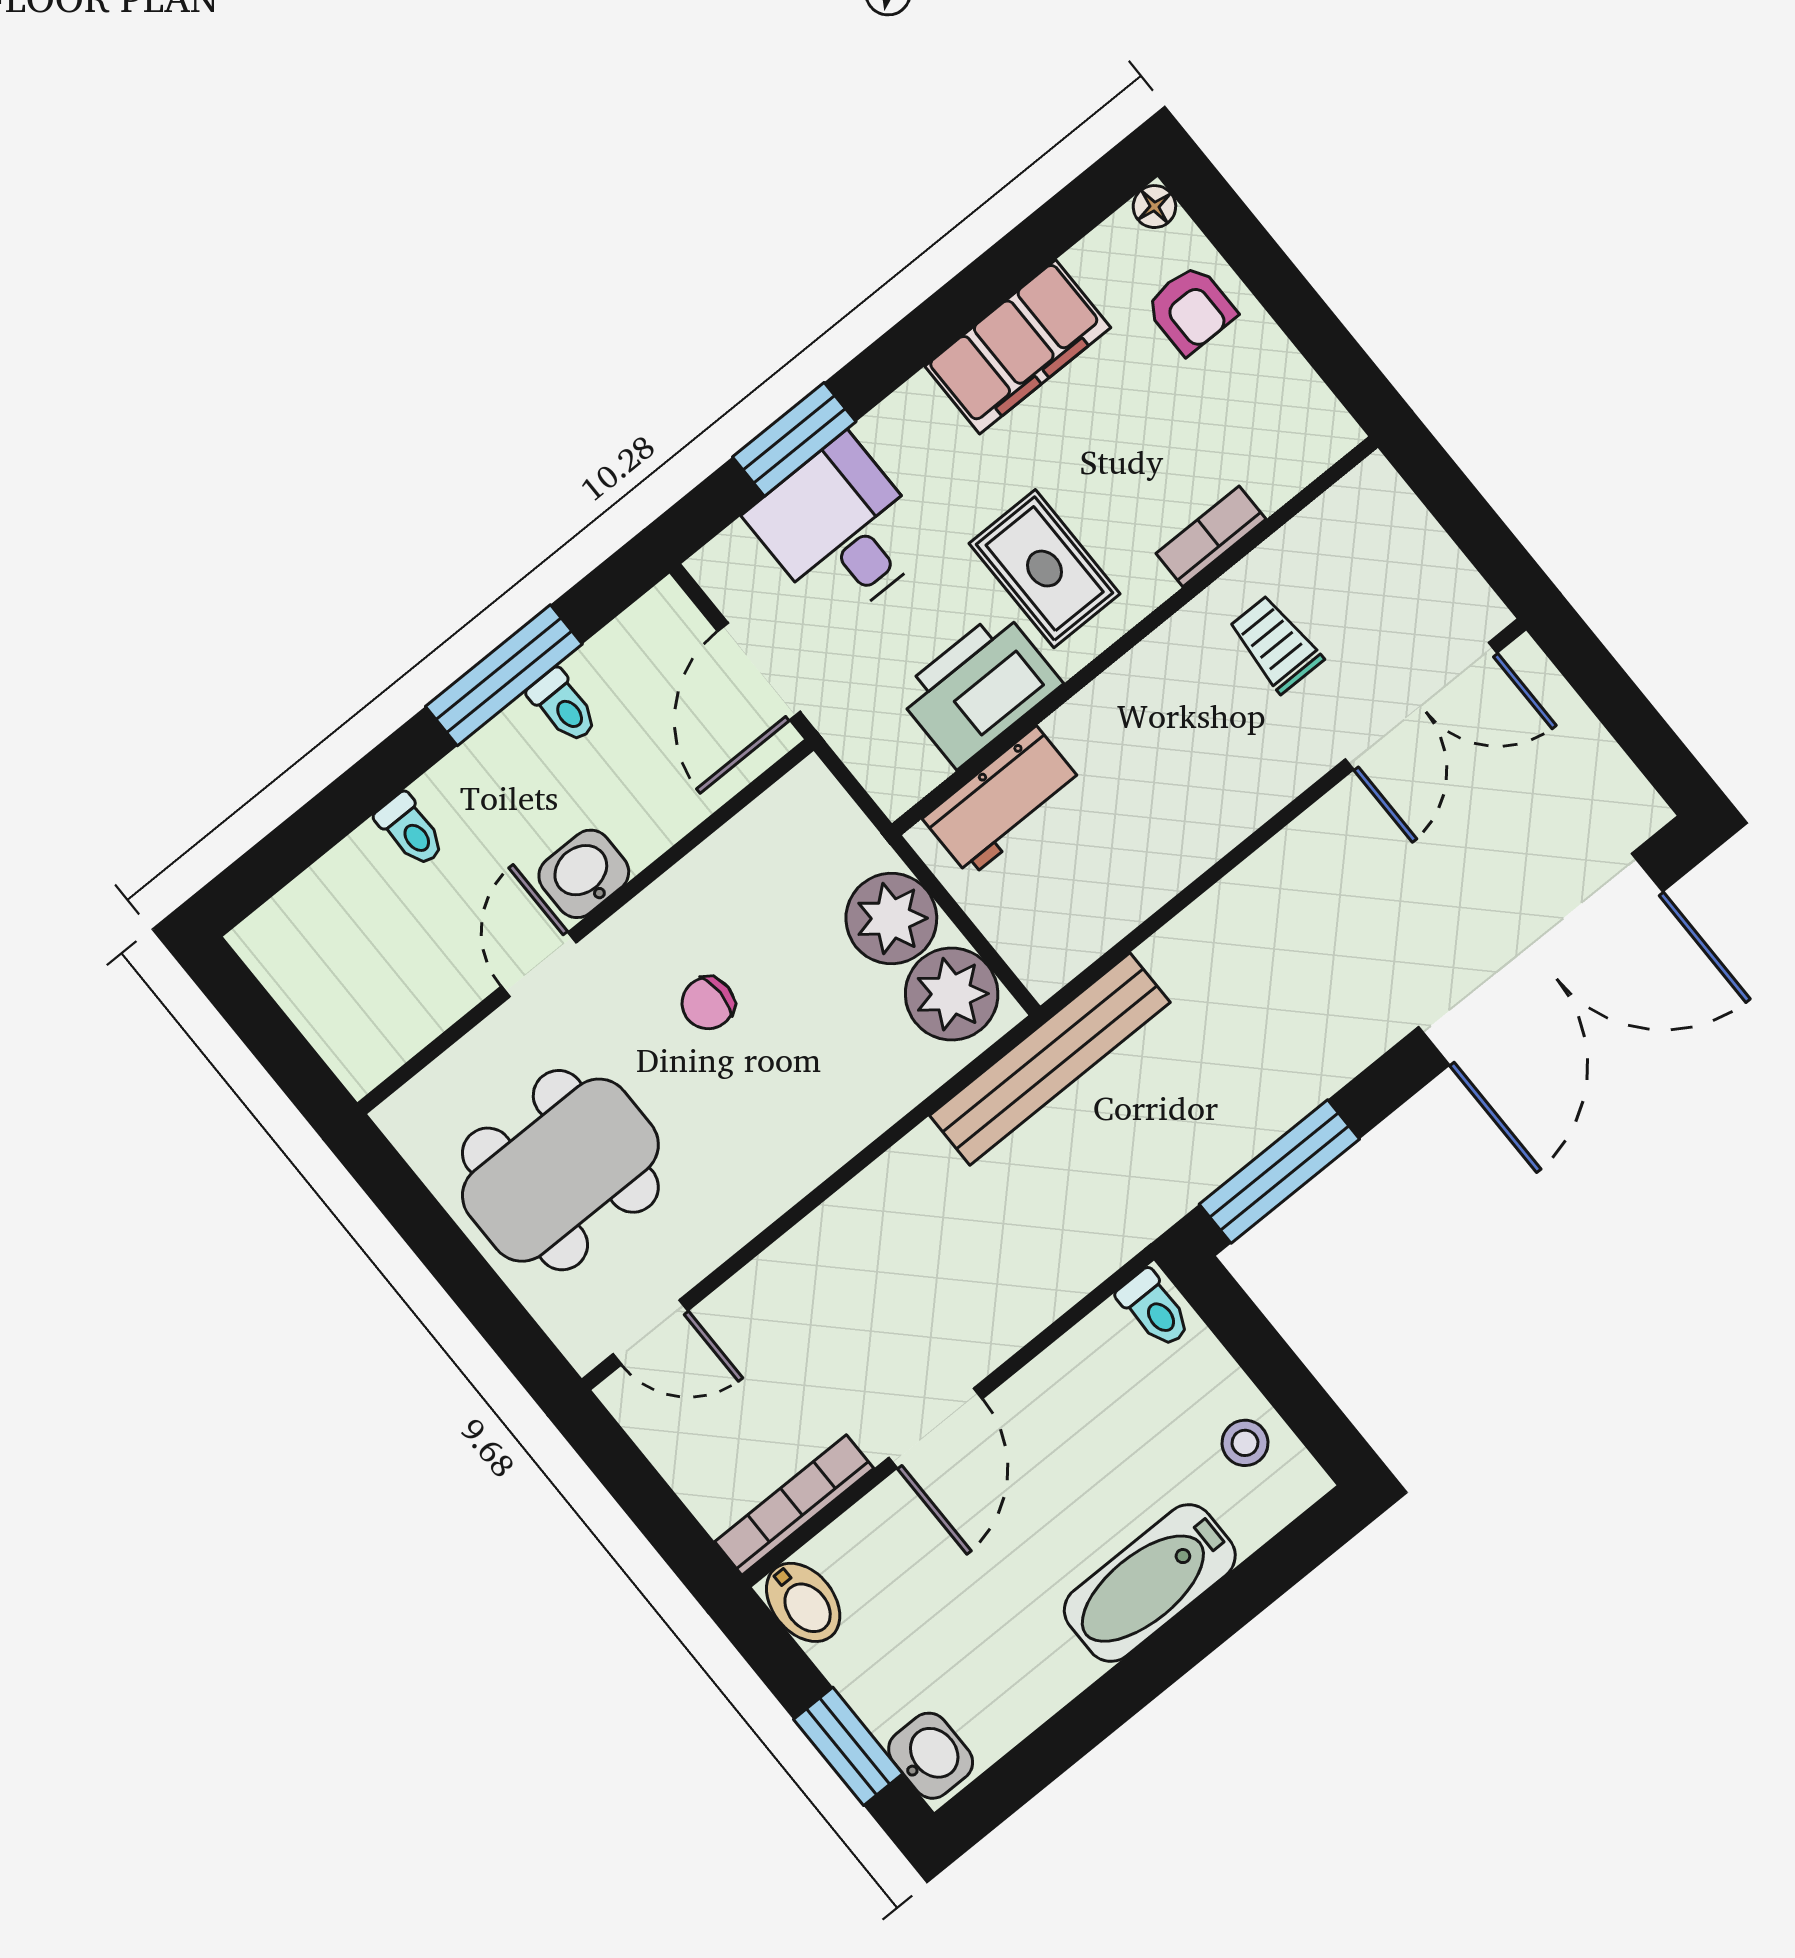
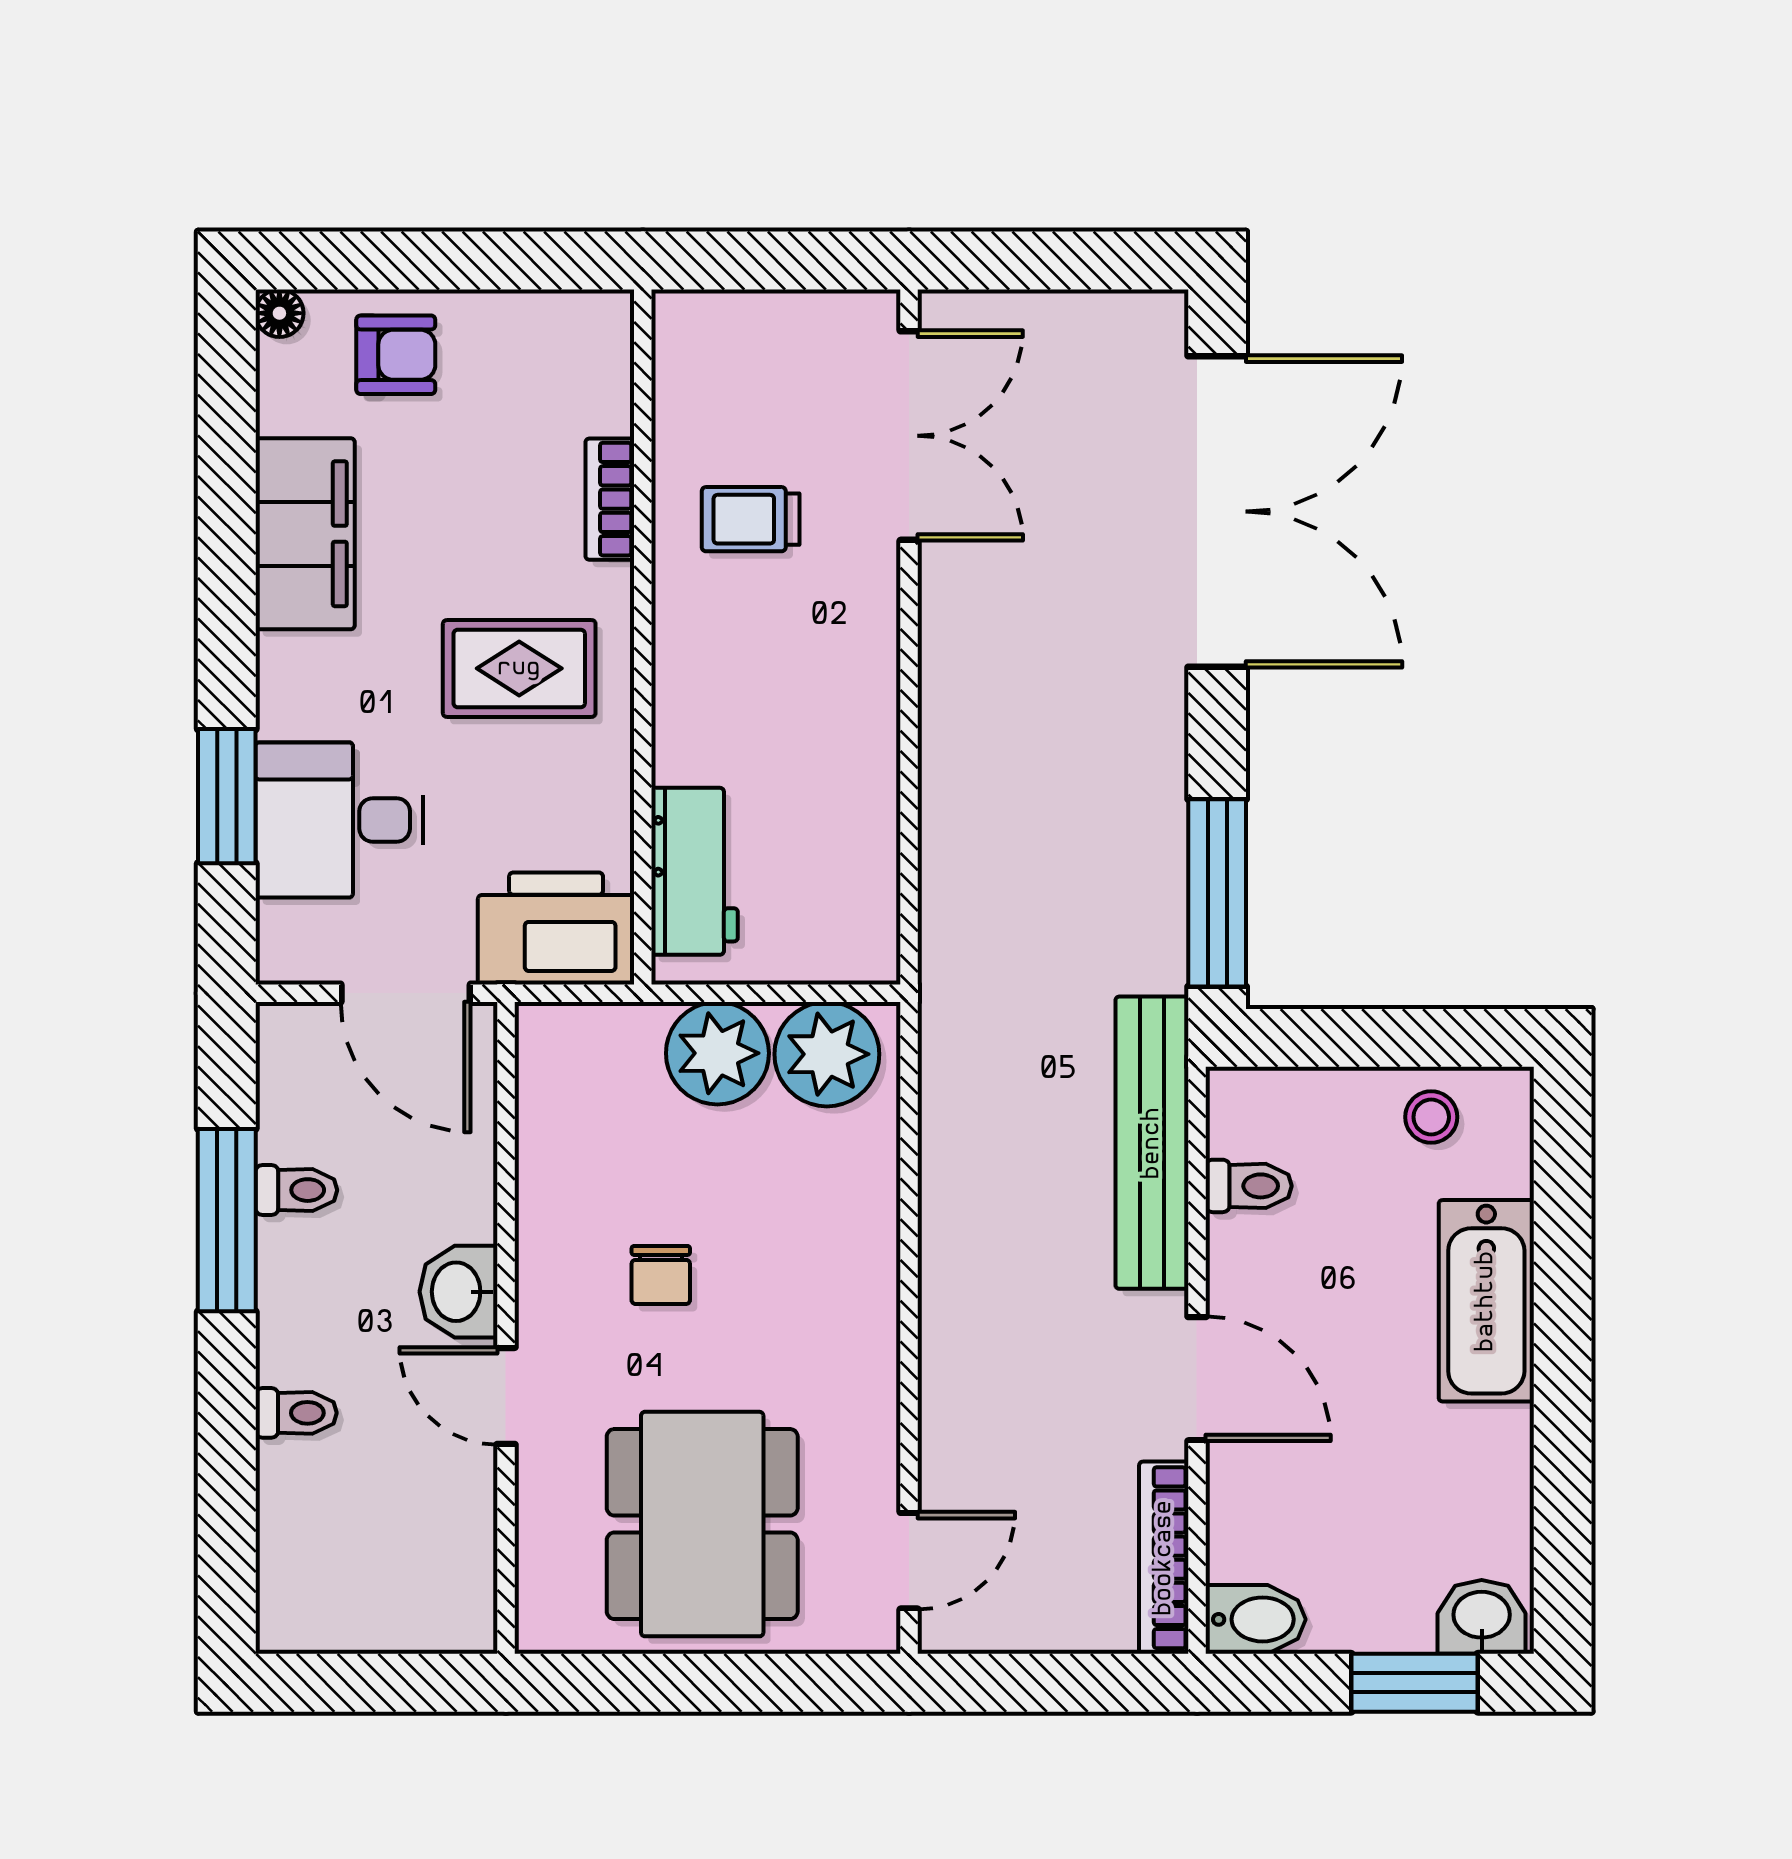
printer: (979, 689) -> (556, 928), moved, turned 90
bench: (1050, 1059) -> (1152, 1143), moved
toilet: (1154, 1309) -> (1249, 1186), moved

